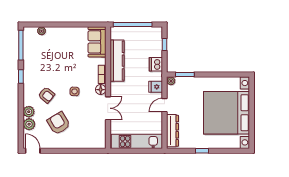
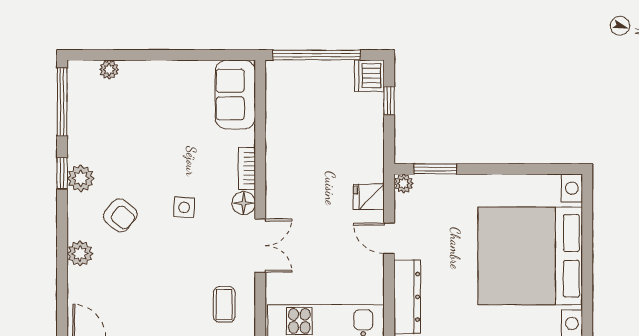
kitchen counter: (117, 61) -> (281, 137), removed
dishwasher: (156, 64) -> (369, 76), moved
door: (165, 105) -> (389, 238), hinge flipped
armchair: (59, 123) -> (148, 280), removed
plant: (29, 124) -> (81, 178), moved
coffee table: (92, 134) -> (224, 304), added

